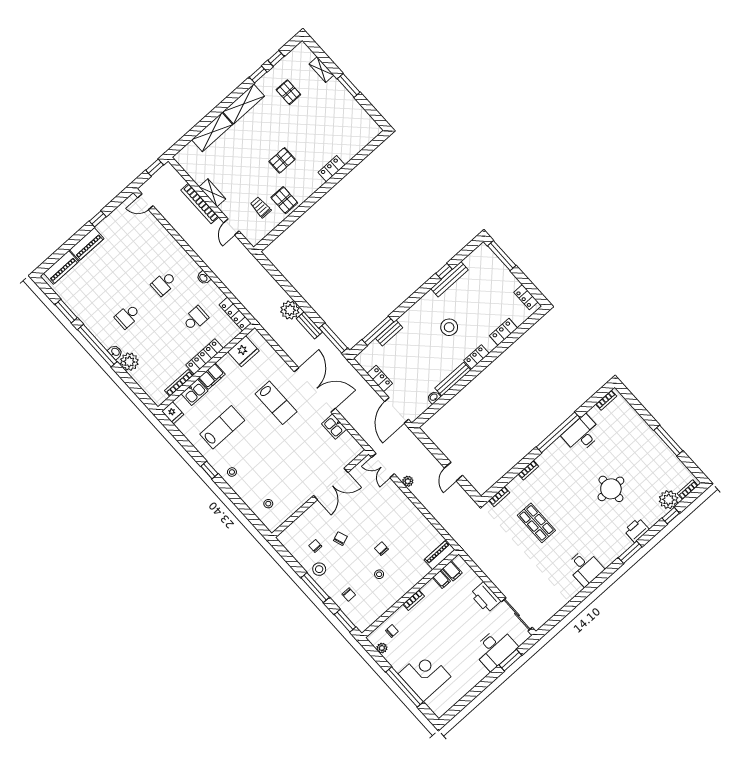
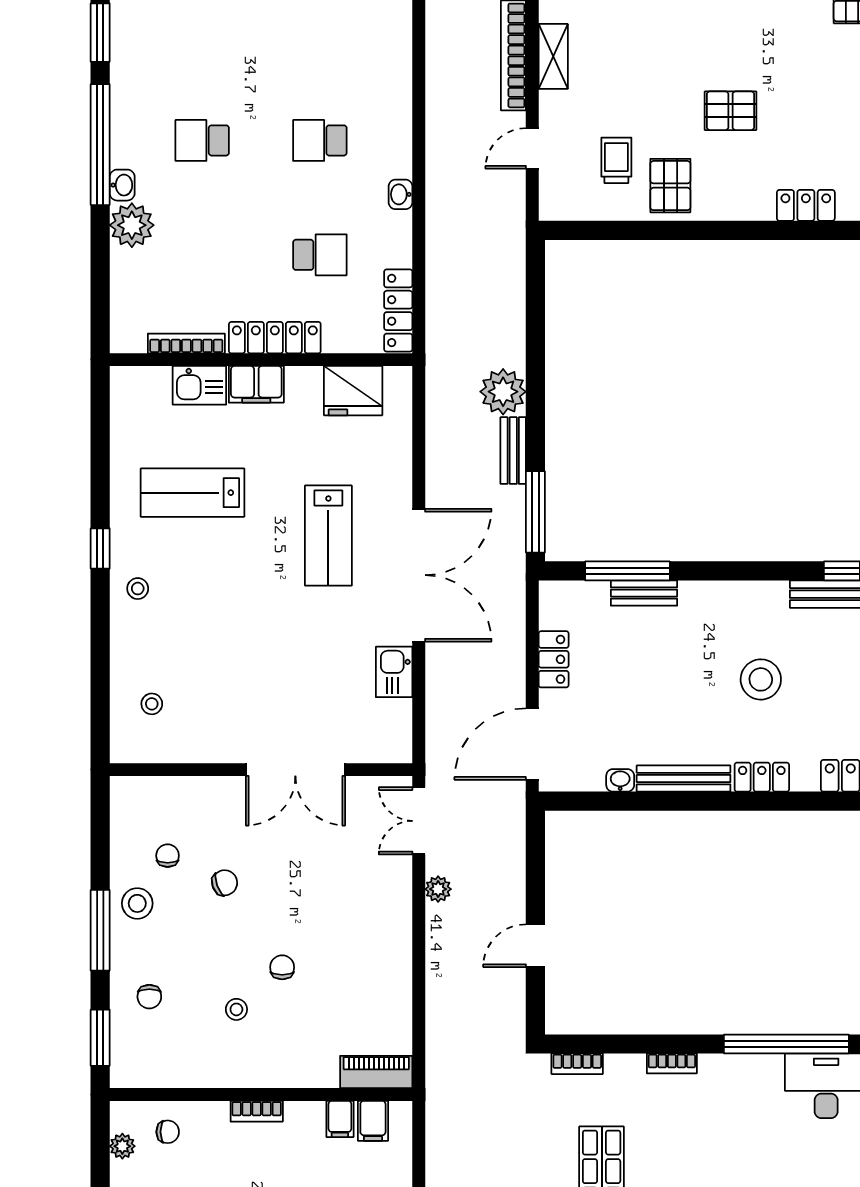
fridge: (173, 413) -> (127, 387), removed
lab bench: (222, 427) -> (192, 493), turned 180

